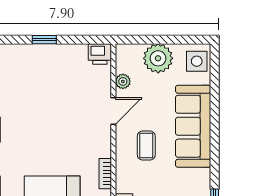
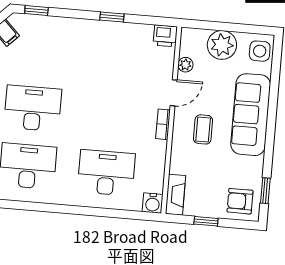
bookcase: (105, 174) -> (163, 124), moved

